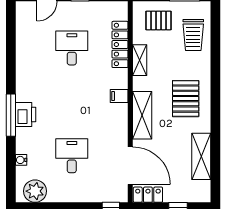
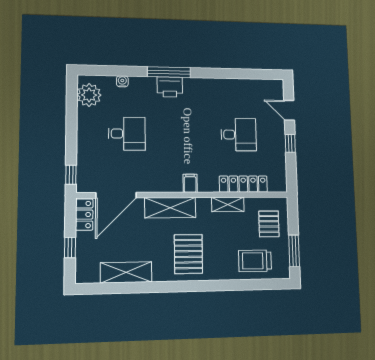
pallet: (186, 99) -> (188, 254), turned 90

